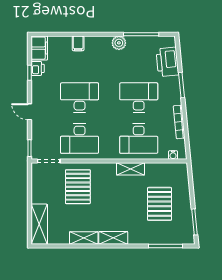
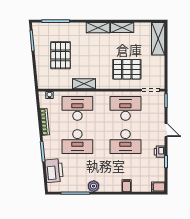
filing cabinet: (39, 48) -> (158, 187), width x0.50
printer: (38, 68) -> (160, 152), moved
pallet: (78, 187) -> (127, 69), turned 90

